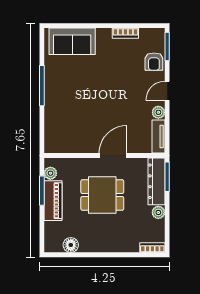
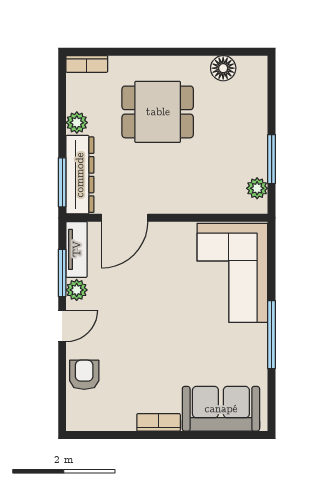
bookcase: (125, 33) -> (159, 422), moved
window: (167, 46) -> (62, 273), moved
corner sofa: (65, 123) -> (232, 273), added
door: (113, 155) -> (125, 218), moved
dining table: (102, 195) -> (158, 112), moved
piano: (53, 201) -> (253, 142), removed

